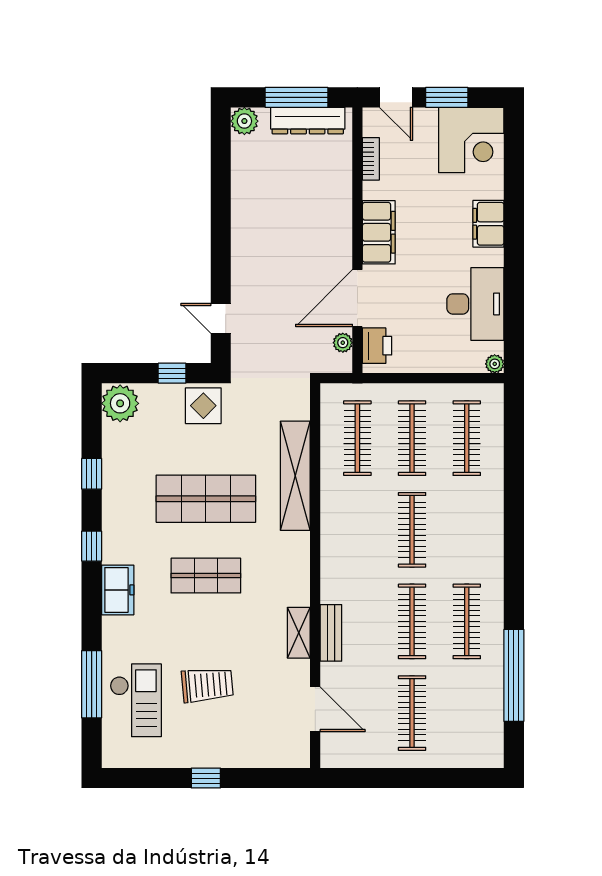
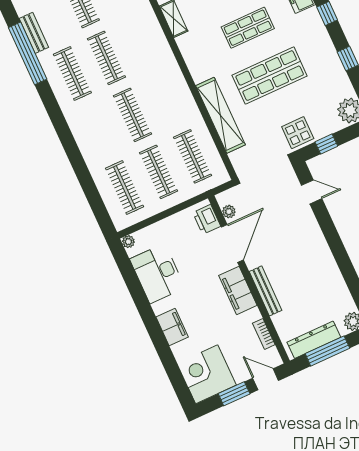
bench: (342, 215) -> (265, 291), added
bench: (331, 633) -> (34, 33), moved

